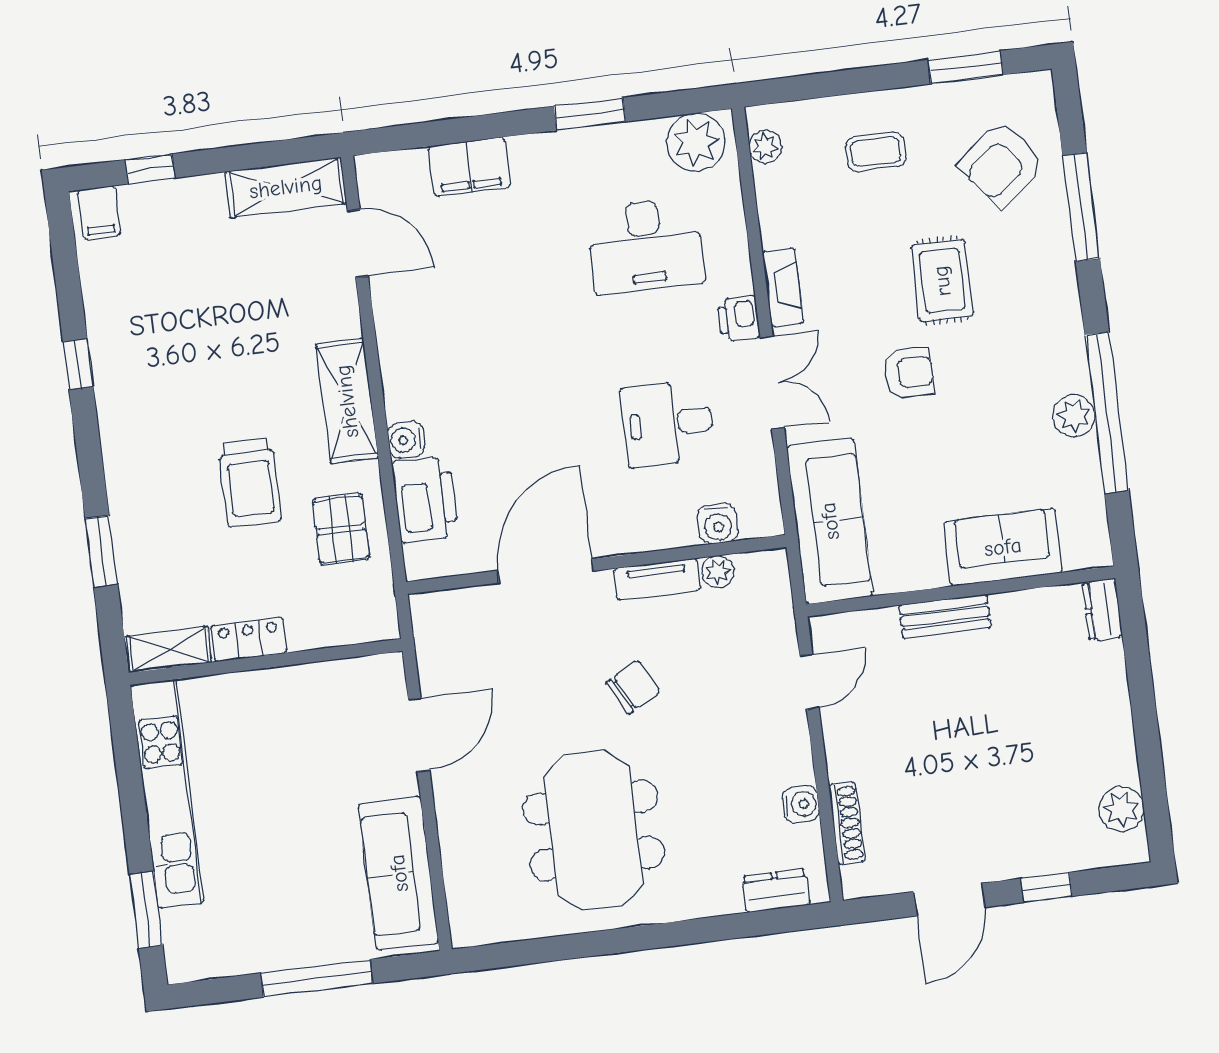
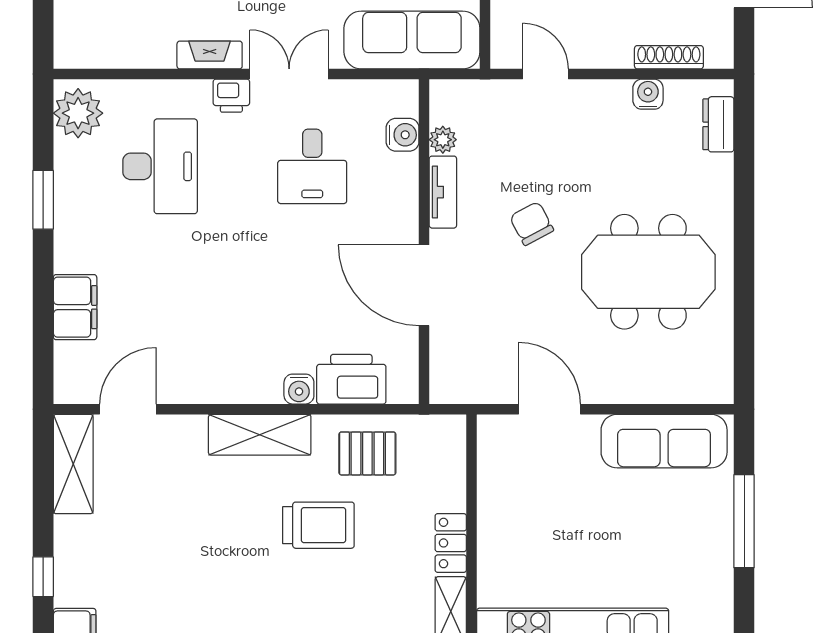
plant: (765, 147) -> (89, 55), removed

